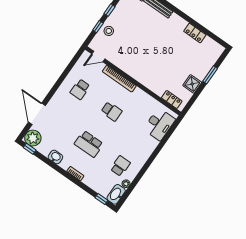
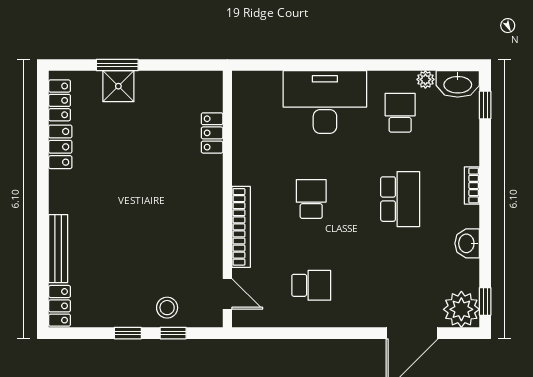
locker: (212, 45) -> (60, 100), added
shower: (192, 84) -> (118, 86), moved
locker: (172, 100) -> (212, 133), moved
desk: (159, 124) -> (325, 102), moved, width x1.36, depth x1.30
school desk: (120, 166) -> (400, 113), turned 90

